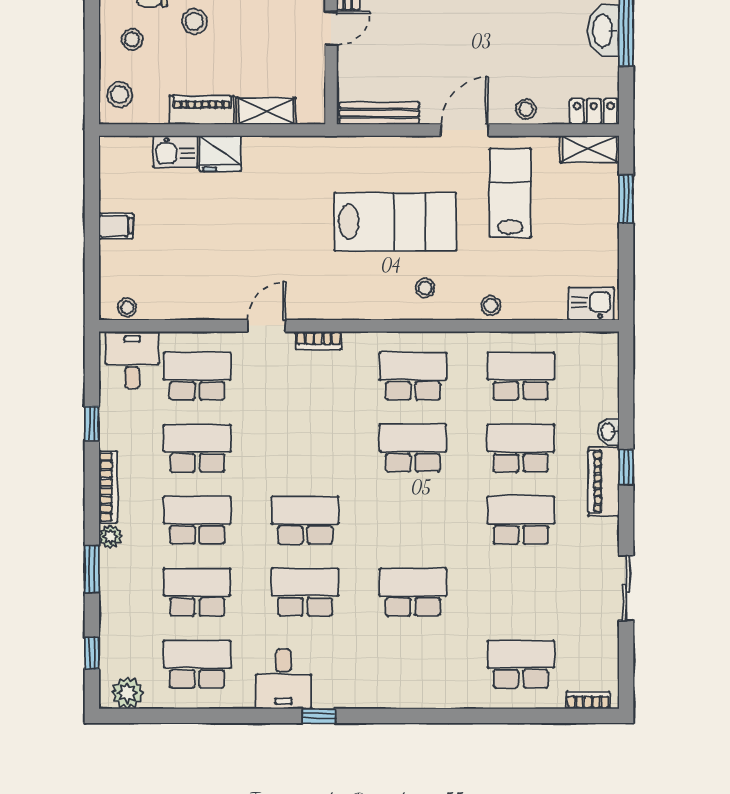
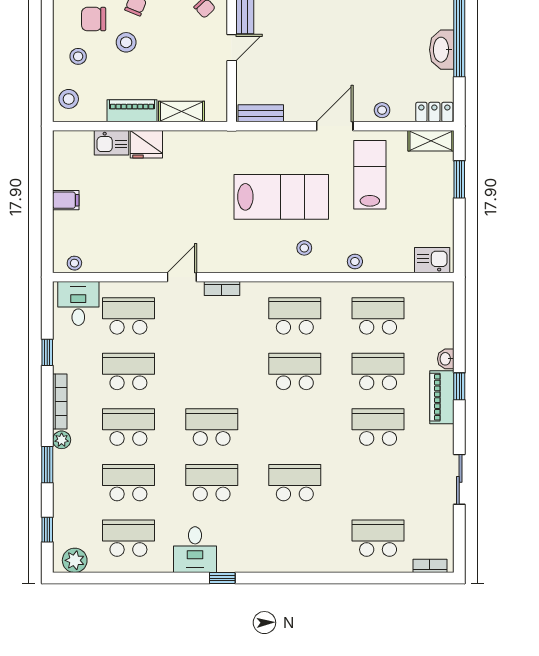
bench: (379, 113) -> (261, 113), width x0.73

